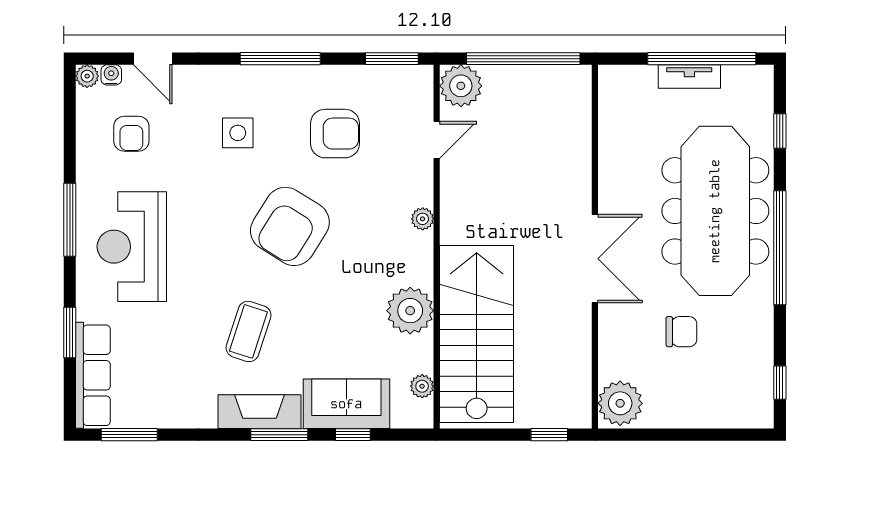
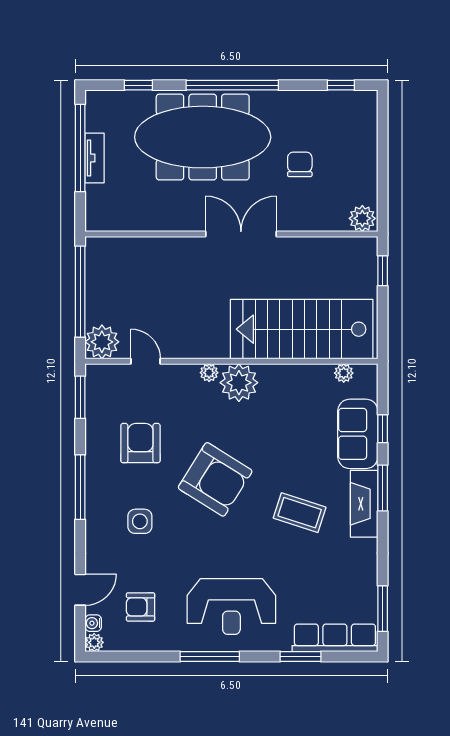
armchair: (131, 134) -> (141, 607), turned 180
plant: (410, 311) -> (239, 383), moved
plant: (620, 403) -> (362, 218), width x0.73, depth x0.73

